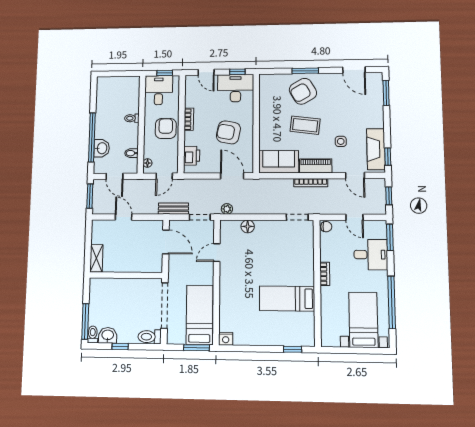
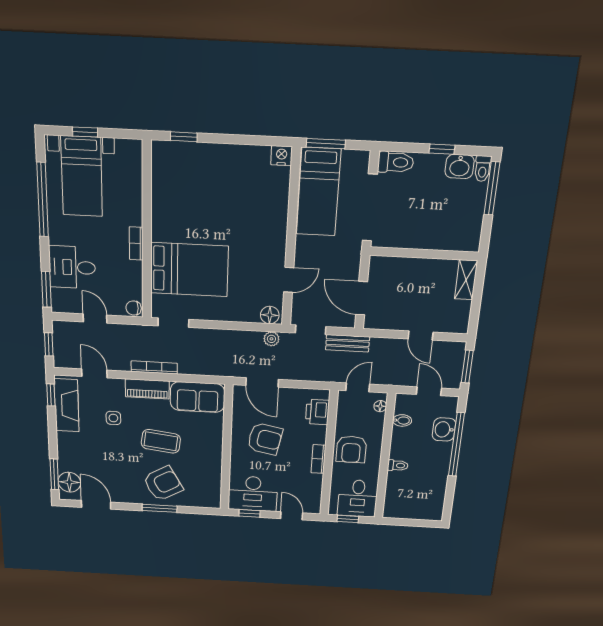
floor lamp: (375, 87) -> (69, 482), added
floor lamp: (248, 226) -> (270, 315), moved
bed: (287, 299) -> (189, 270), moved, width x1.50
window: (361, 350) -> (85, 132), added

